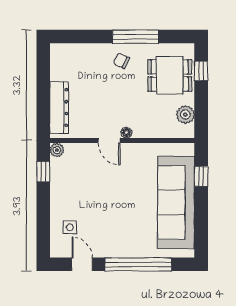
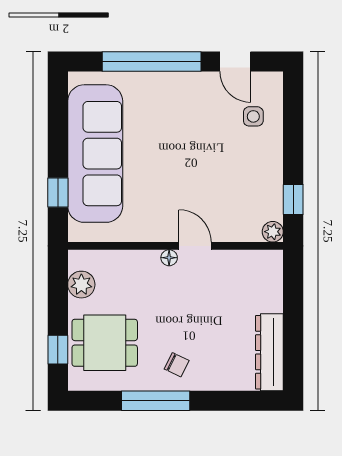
dresser: (59, 108) -> (269, 352), moved

